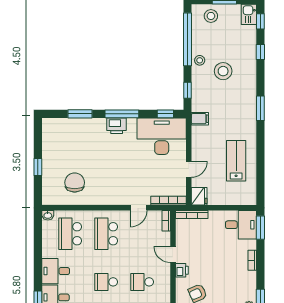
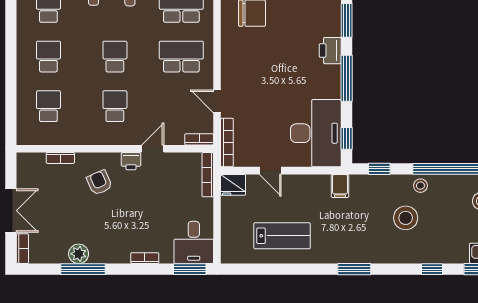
printer: (117, 126) -> (330, 51), moved

